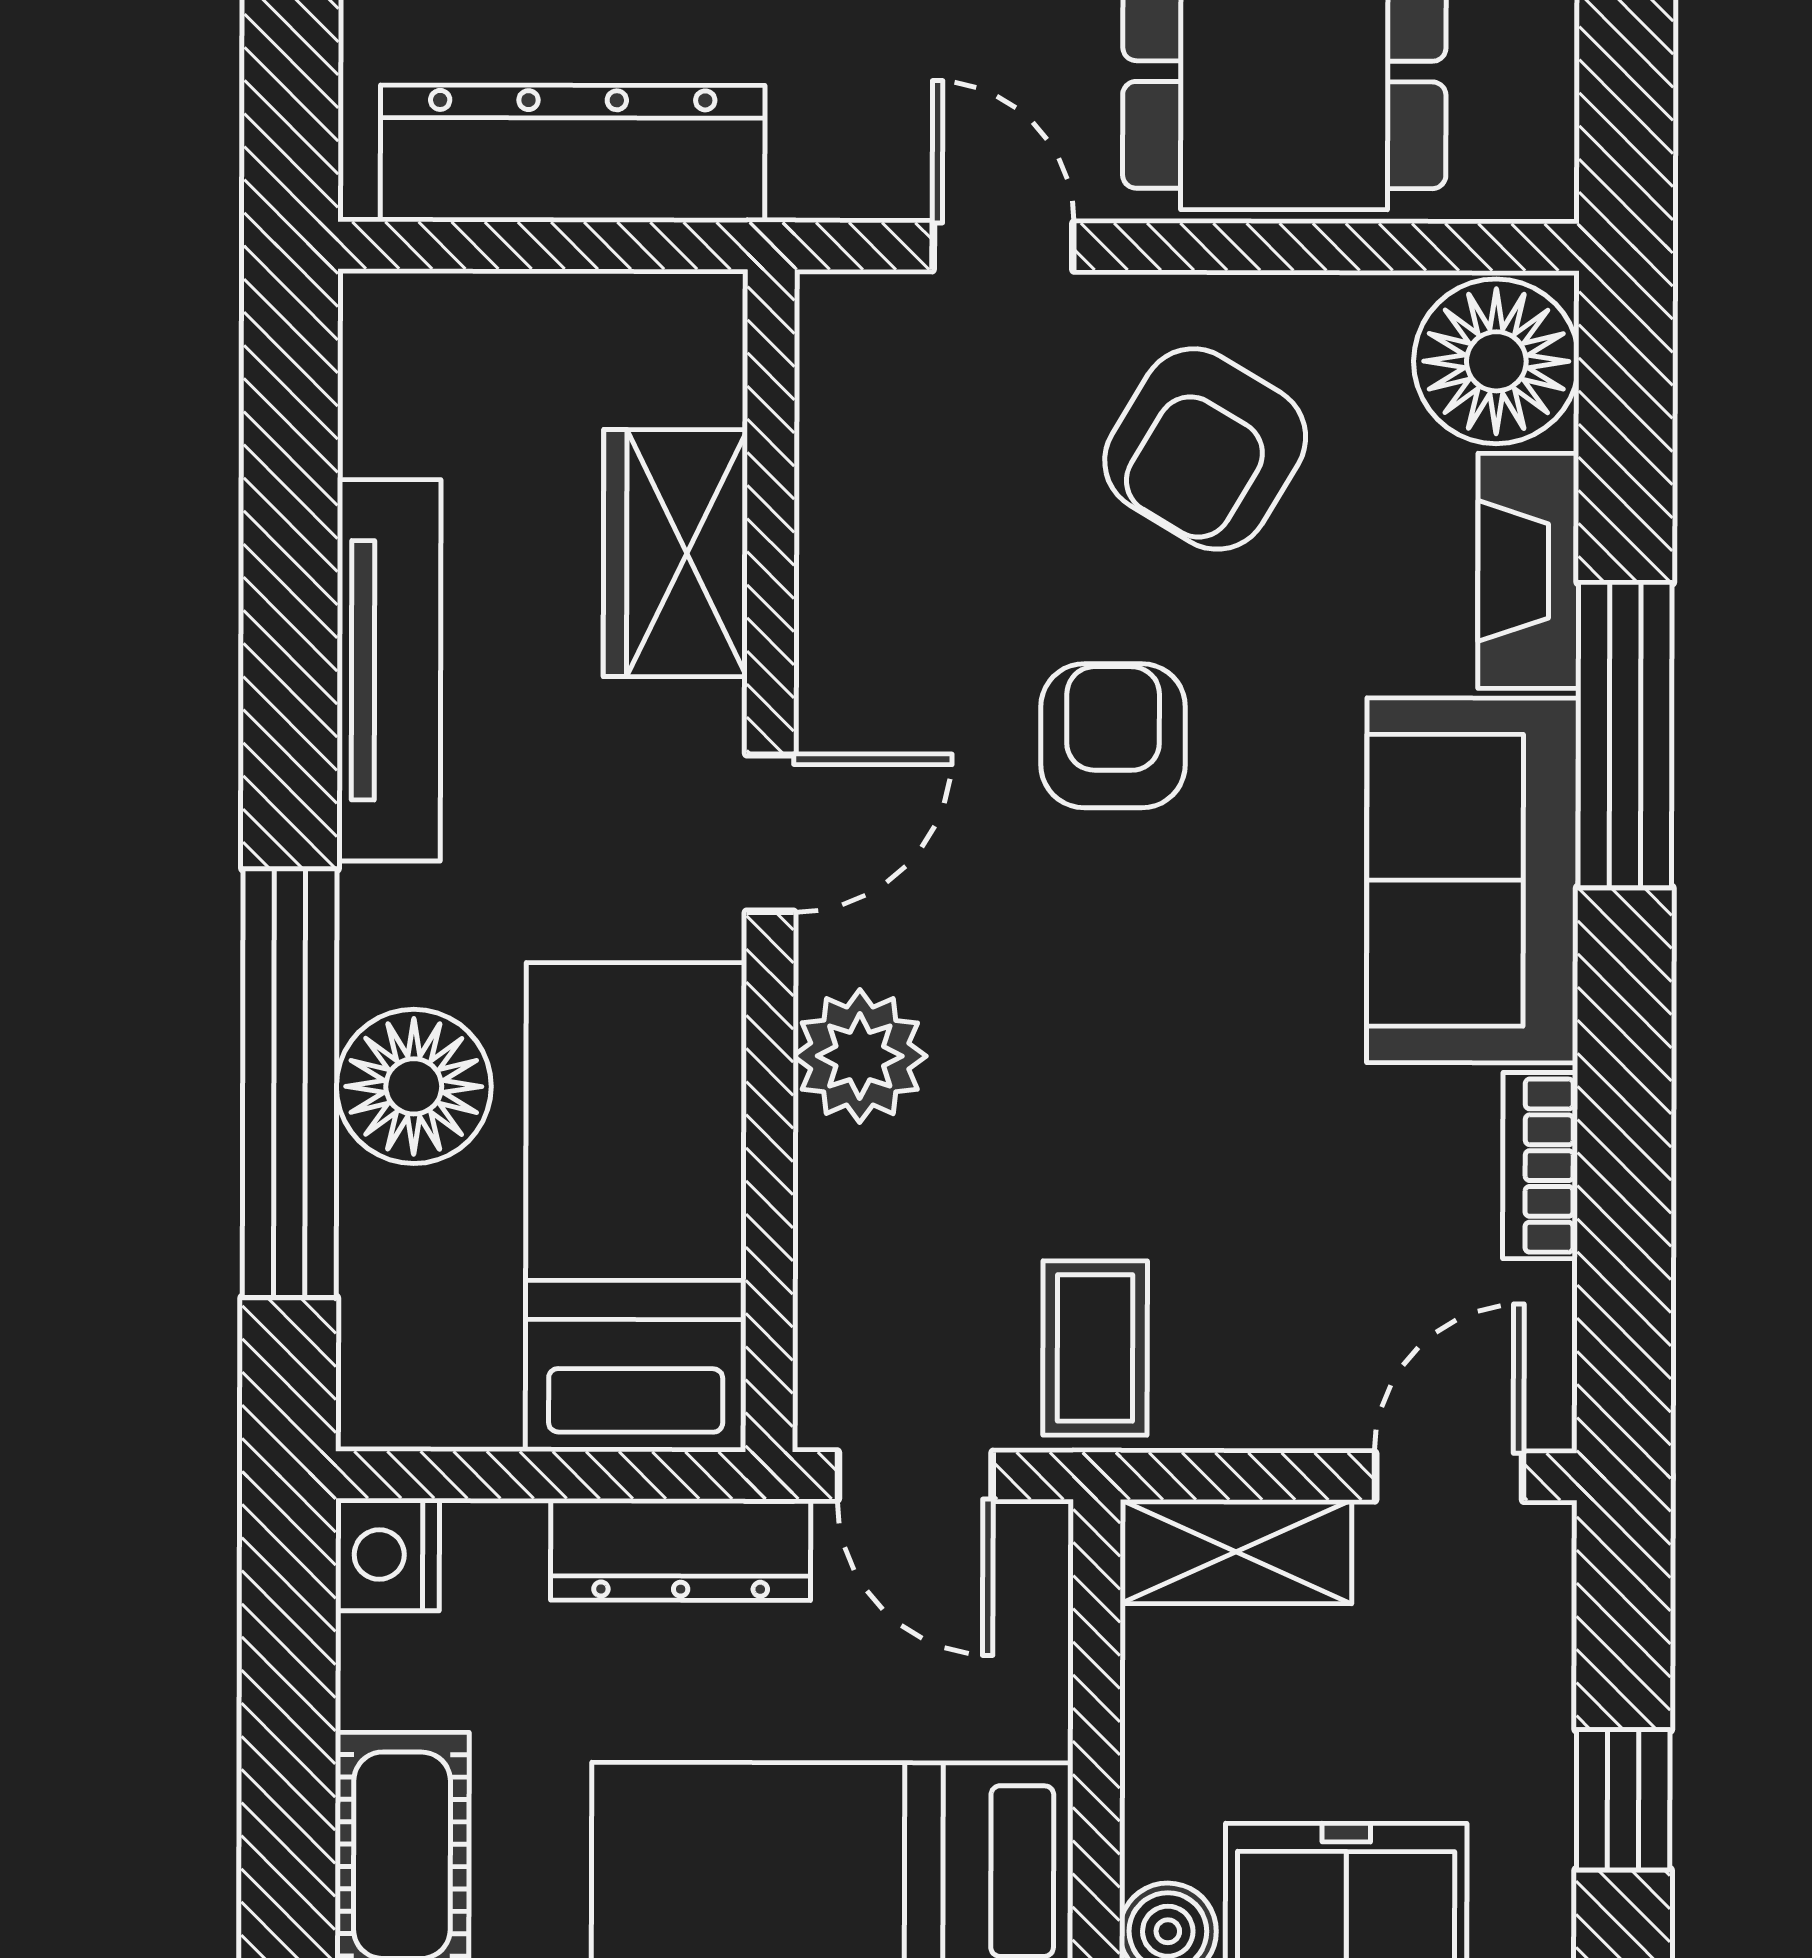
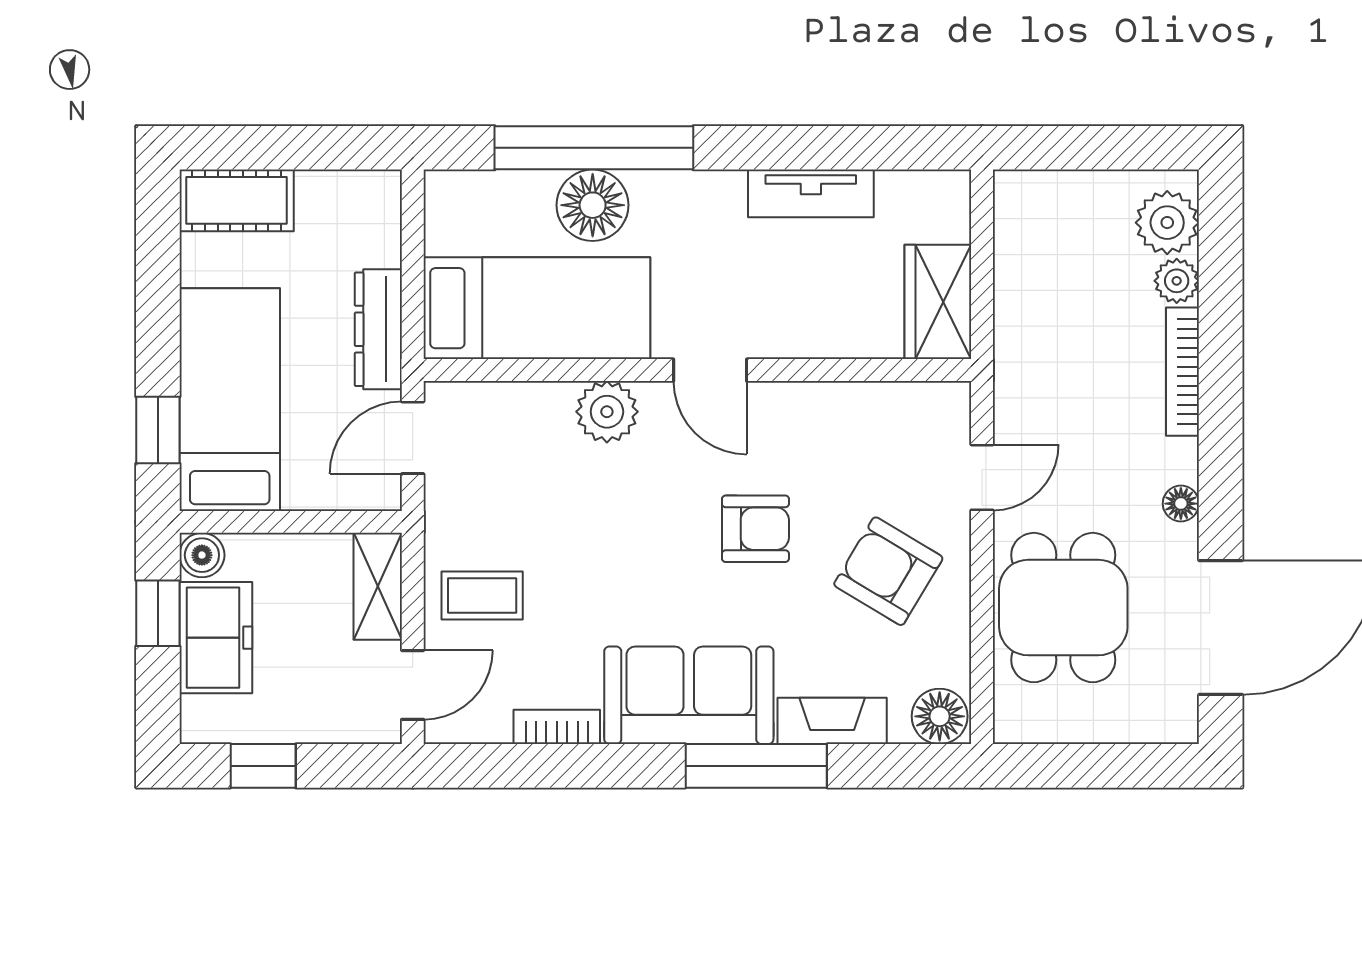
dresser: (573, 154) -> (1025, 278), removed
floor lamp: (1496, 361) -> (940, 716), width x0.73, depth x0.73
wardrobe: (675, 553) -> (938, 302), moved, turned -90
tv unit: (389, 670) -> (811, 193), width x0.71
coffee table: (1095, 1348) -> (482, 595), moved
door: (1449, 1477) -> (413, 685), hinge flipped
nightstand: (387, 1555) -> (376, 193), removed

